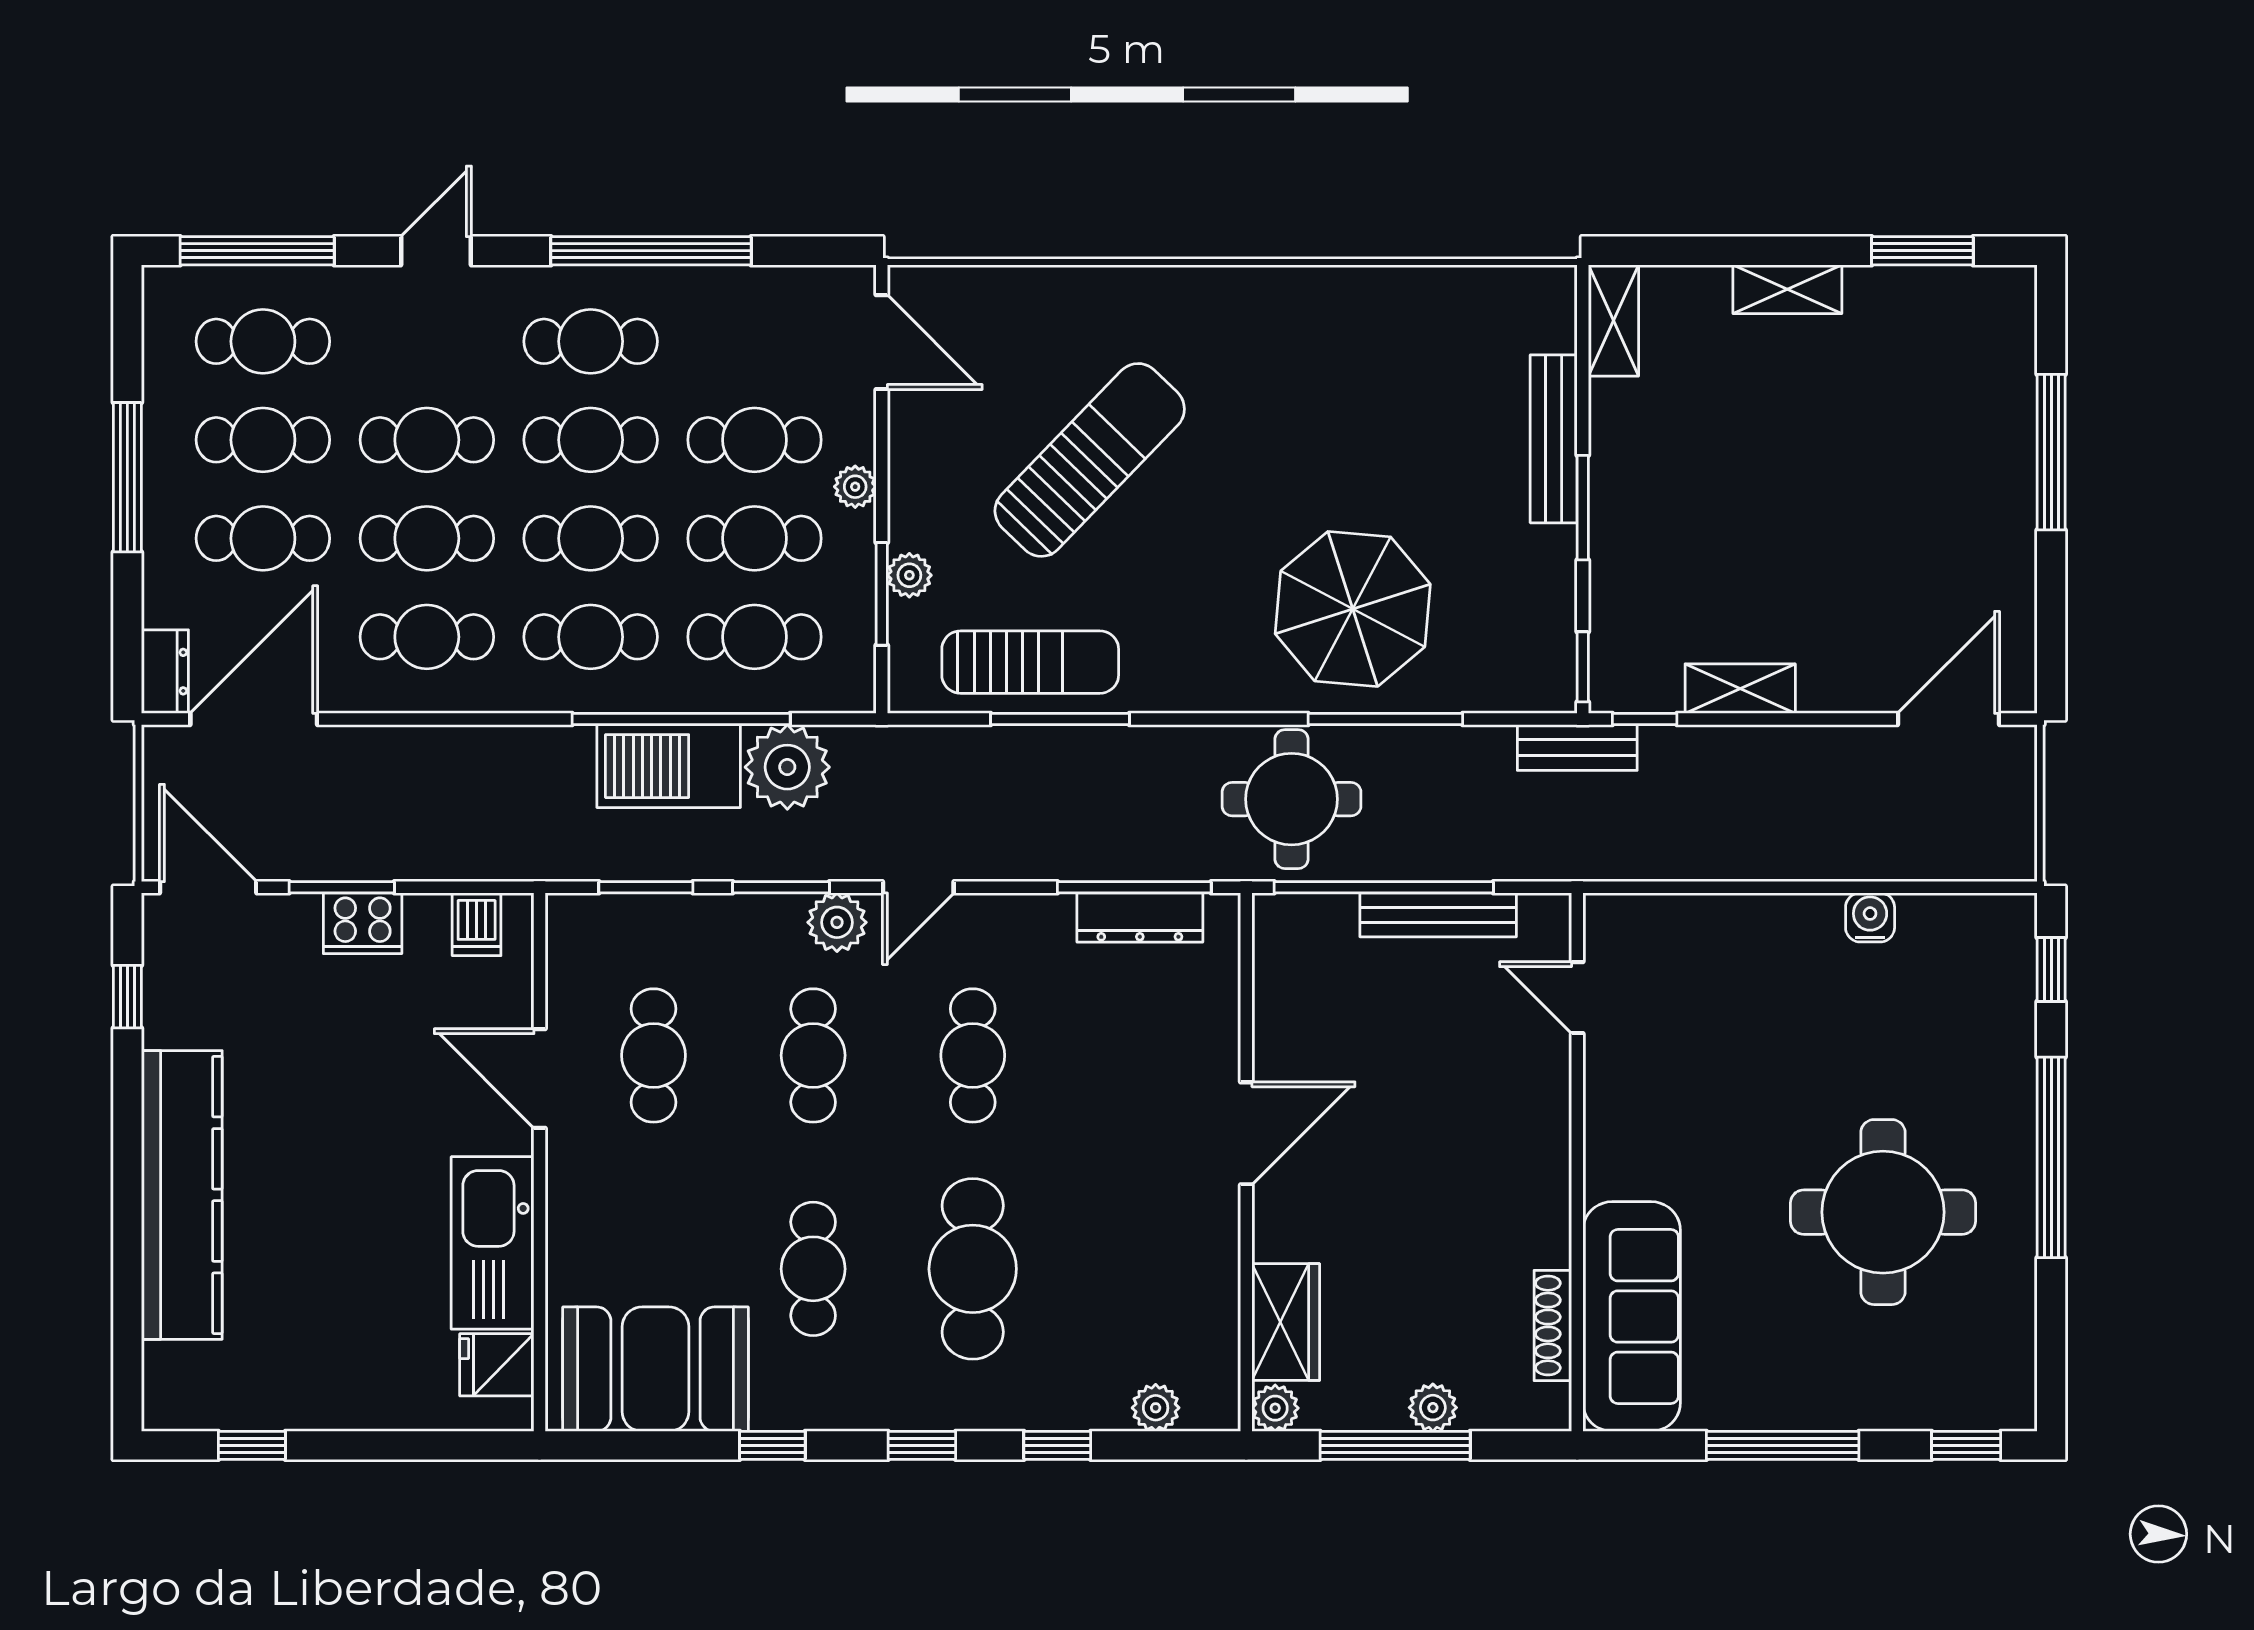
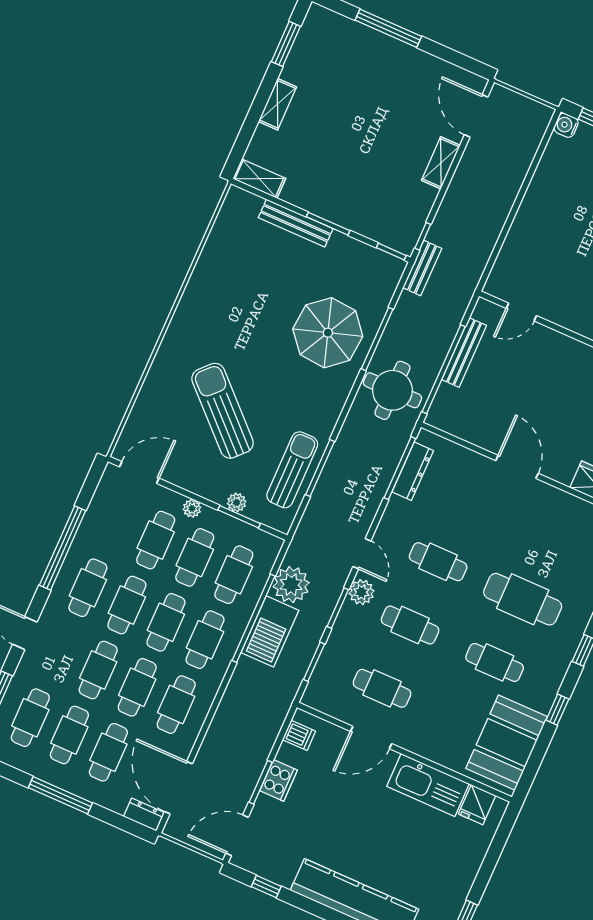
shelving: (1740, 689) -> (441, 163), moved
water cooler: (1870, 917) -> (566, 125), moved

